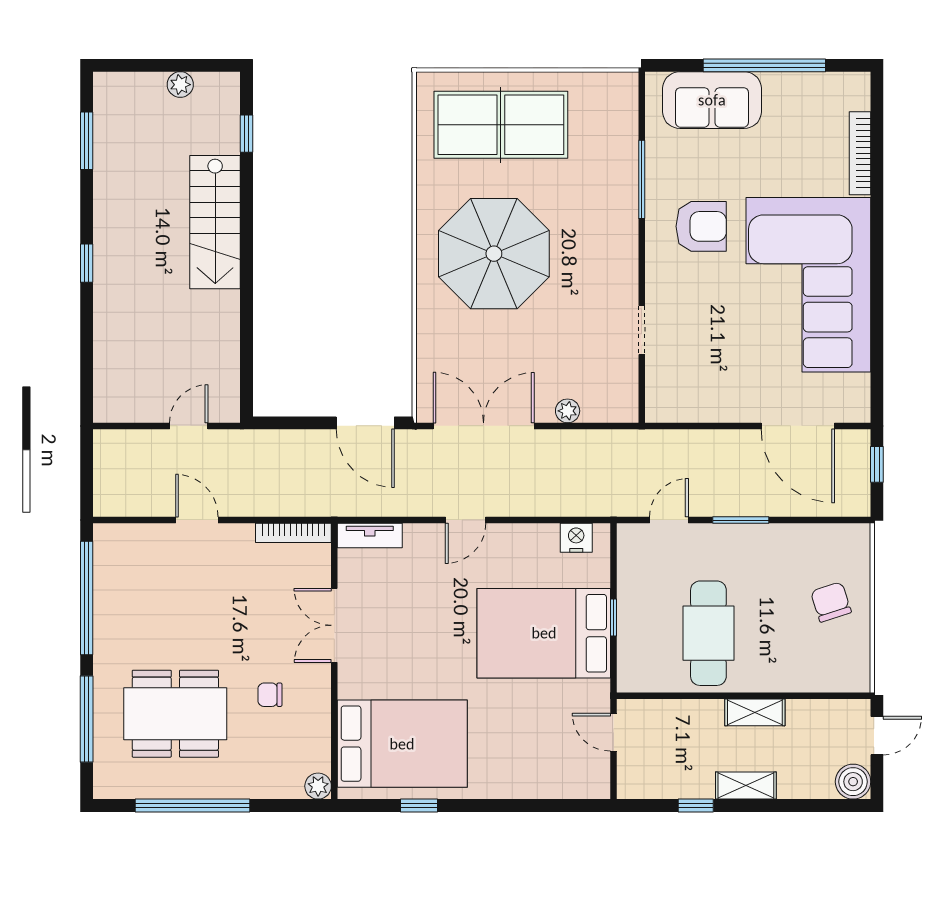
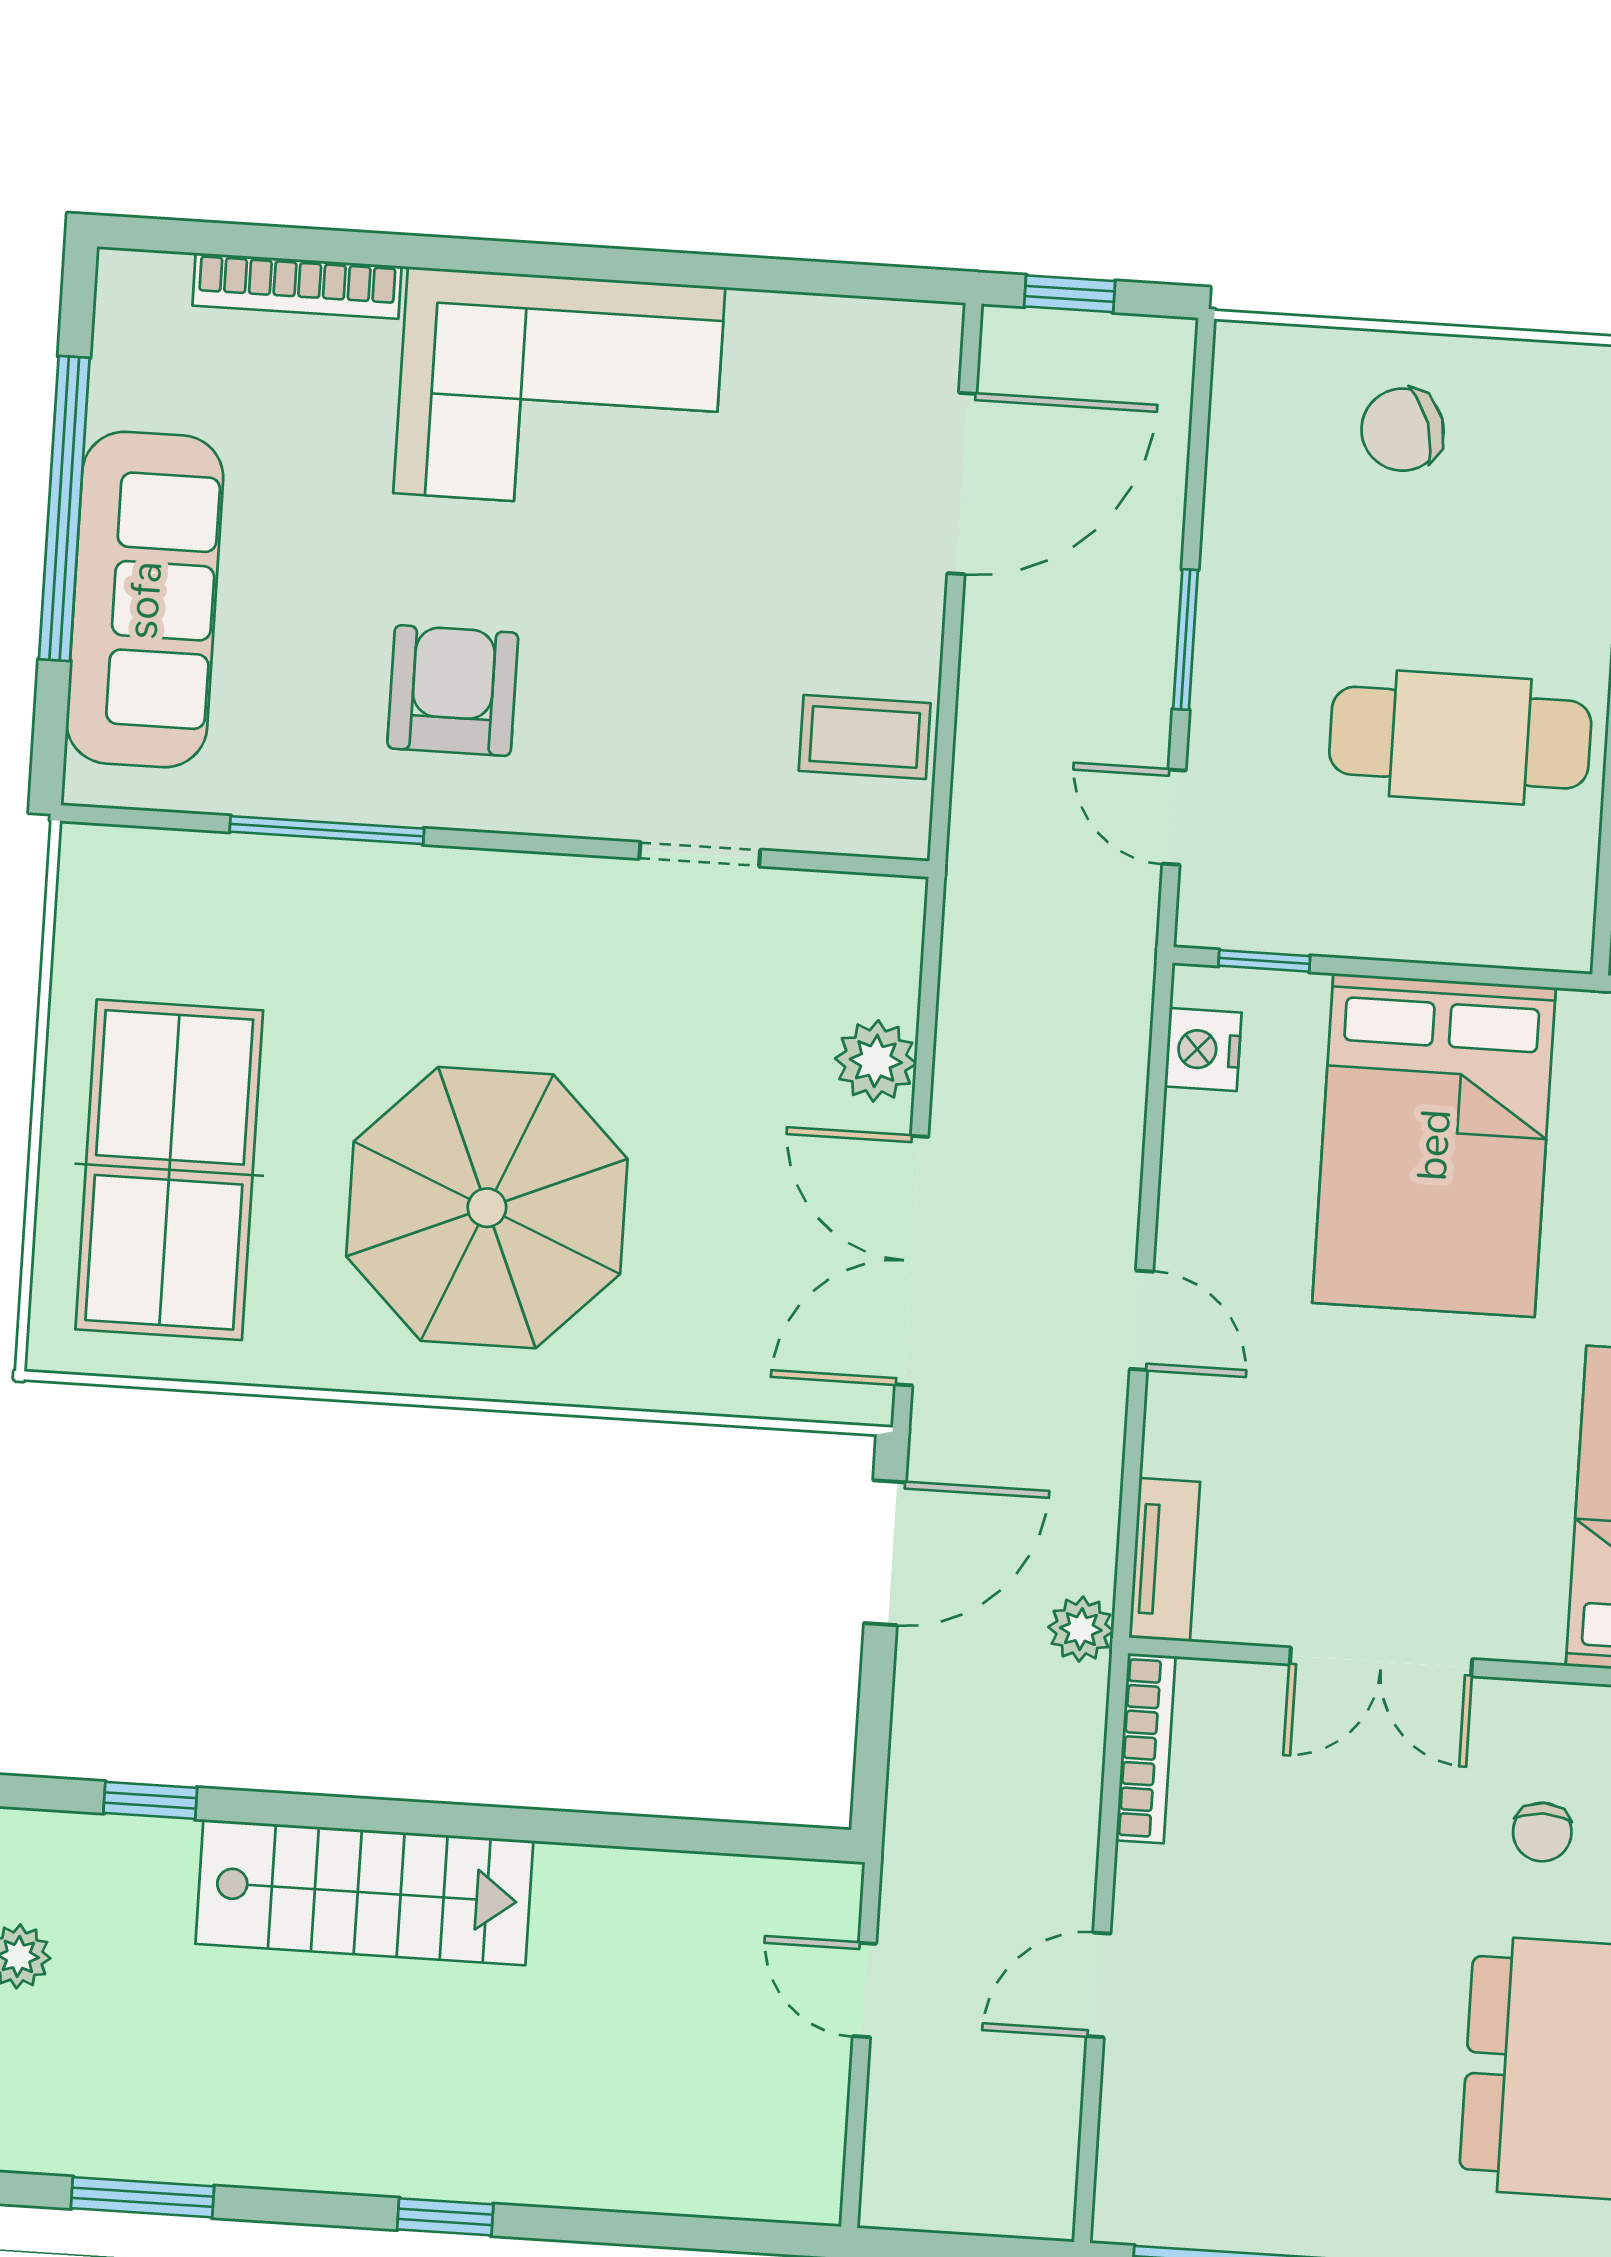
sofa: (712, 100) -> (145, 600), width x1.36
corner sofa: (808, 285) -> (559, 390), width x0.73, depth x0.74
coffee table: (693, 393) -> (865, 737), added
plant: (568, 411) -> (876, 1061), width x1.38, depth x1.38
plant: (340, 504) -> (1081, 1629), added
window: (613, 618) -> (1264, 961), moved

